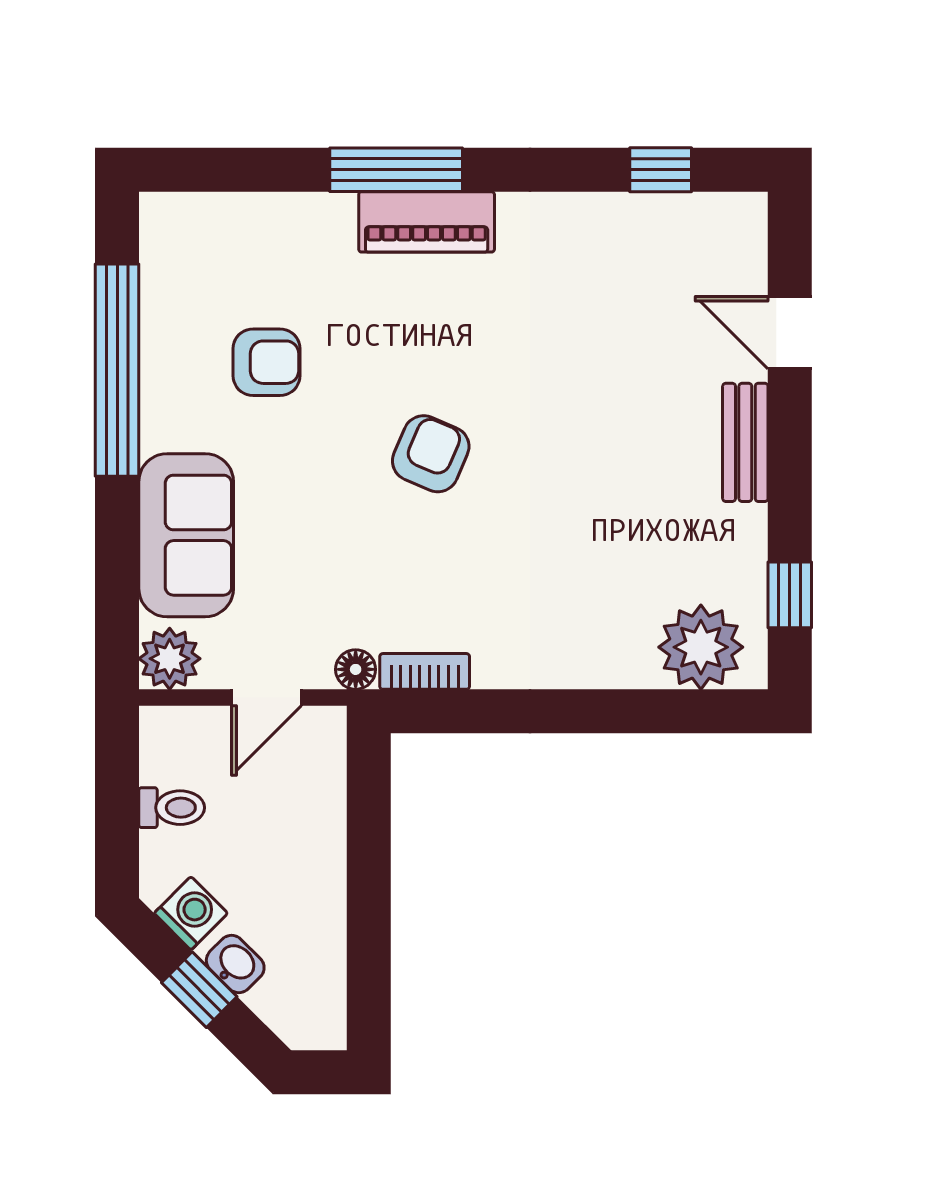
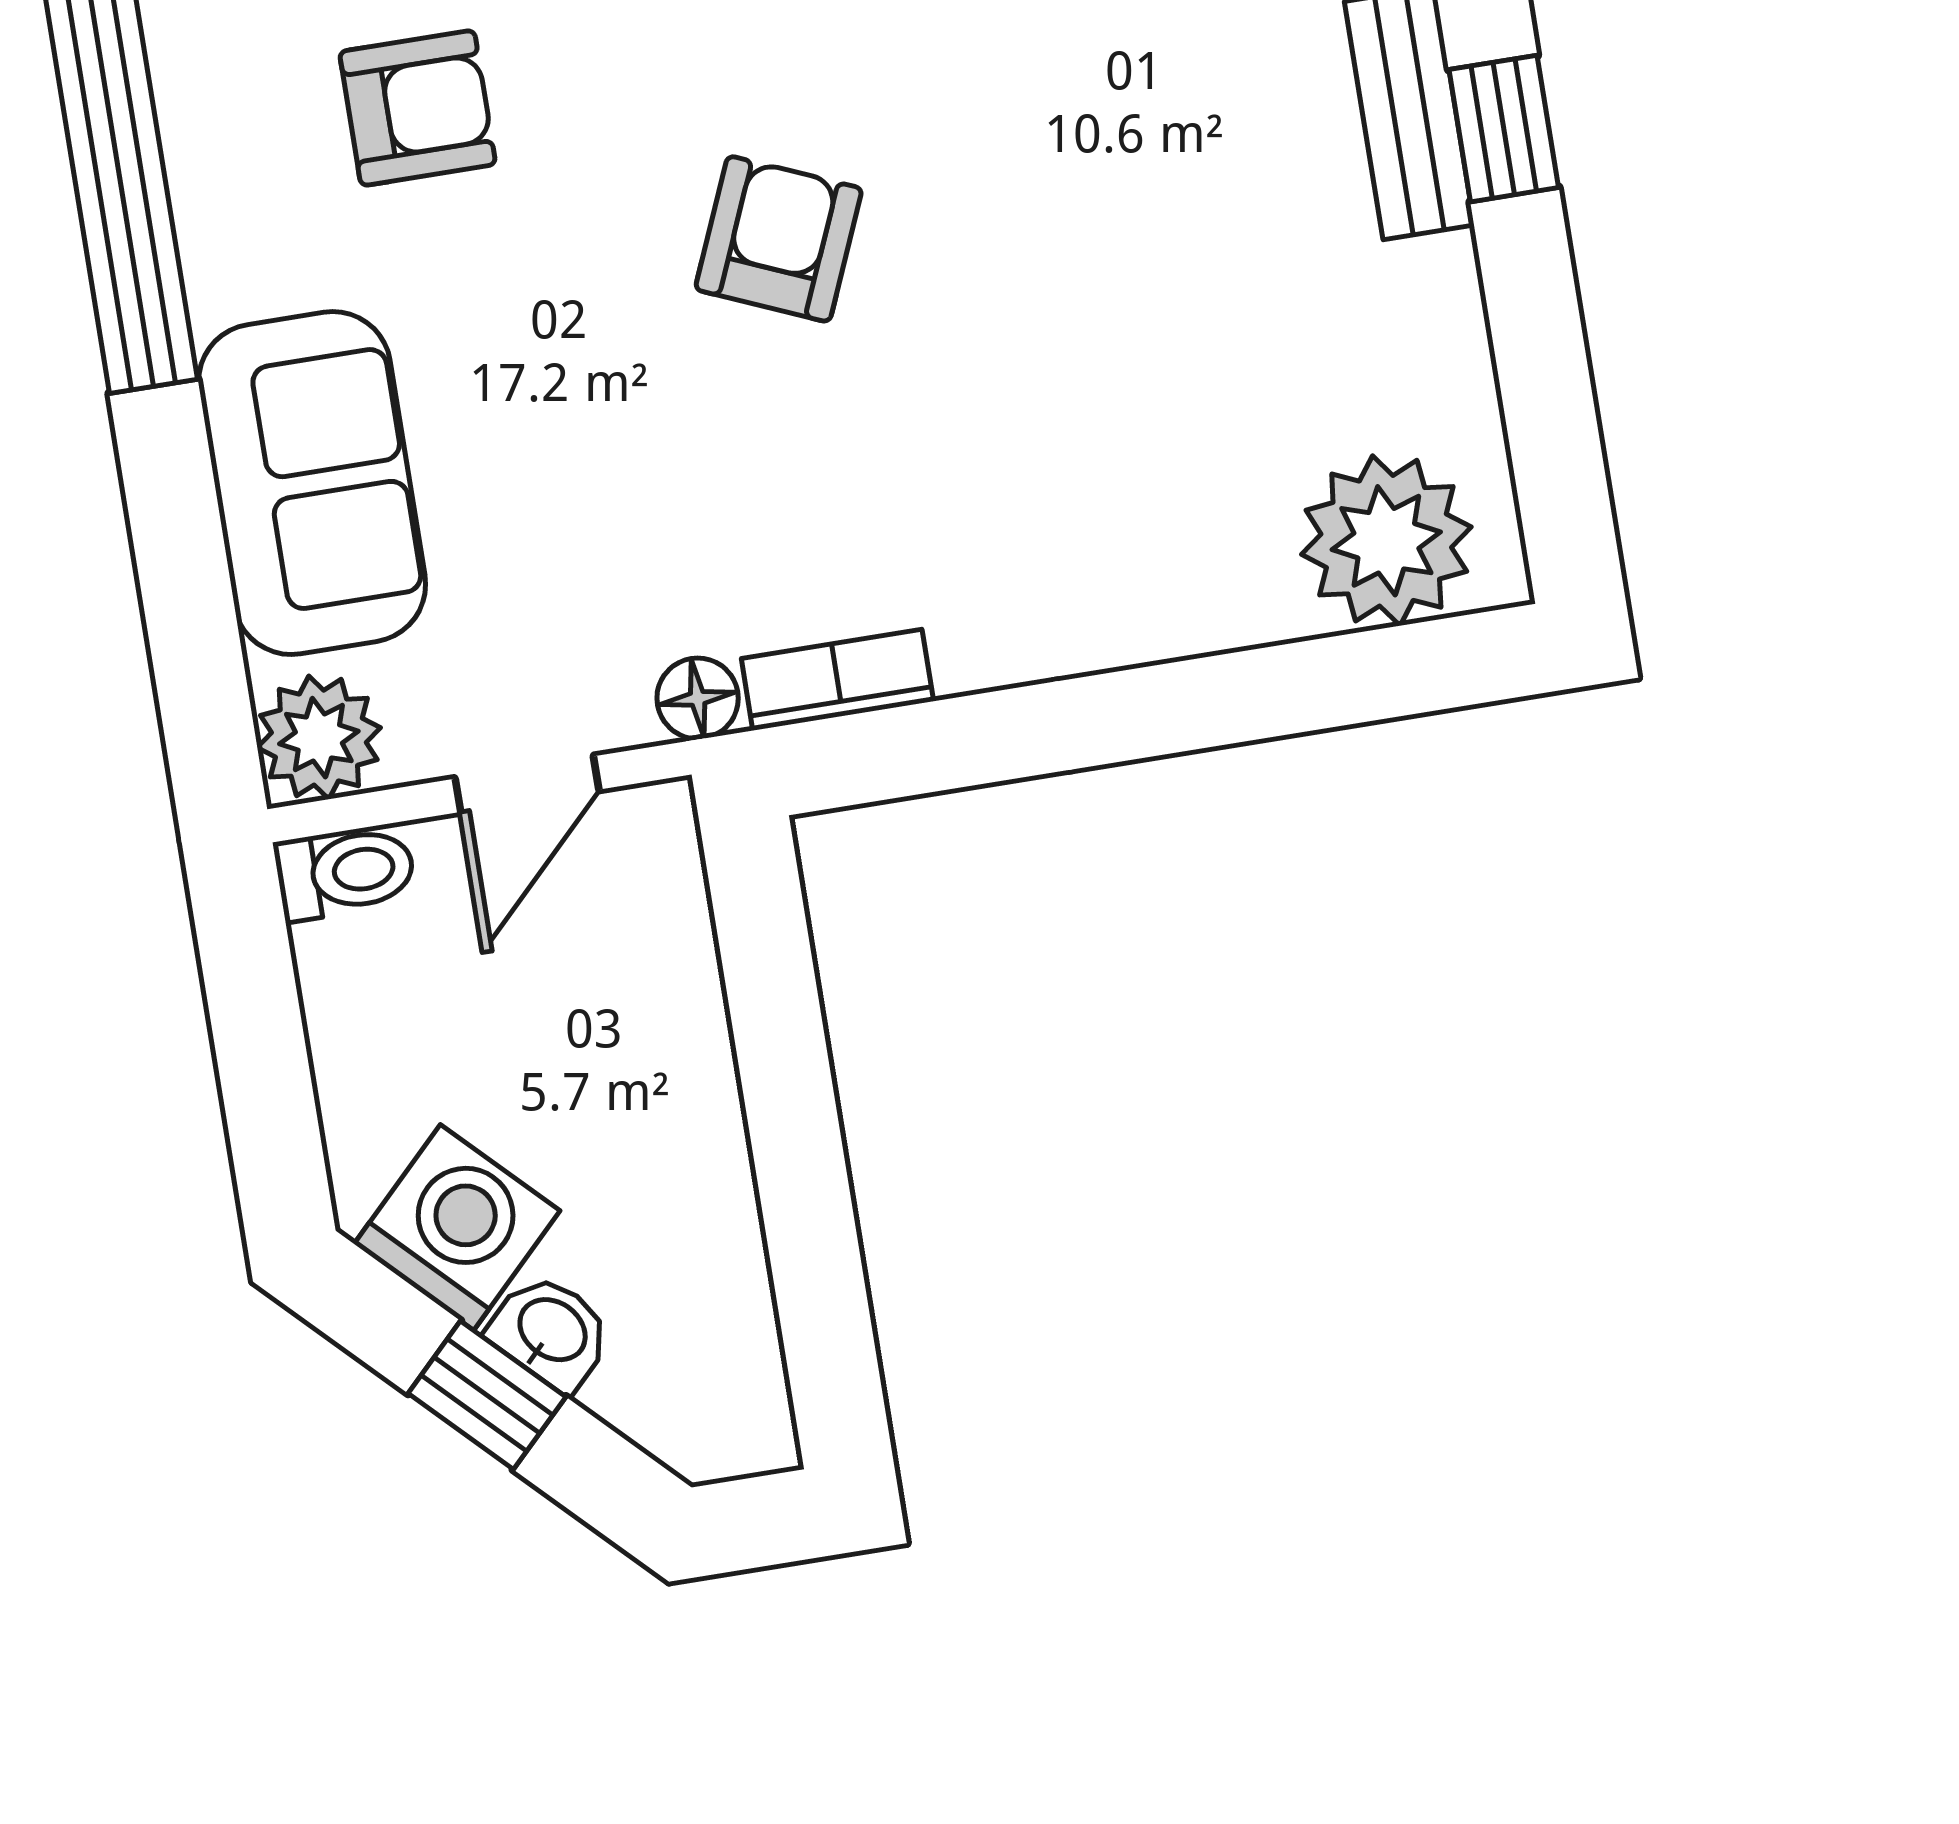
window: (790, 595) -> (1504, 129), moved
toilet: (172, 808) -> (345, 872), moved
washing machine: (191, 913) -> (457, 1227), width x1.38, depth x1.38

